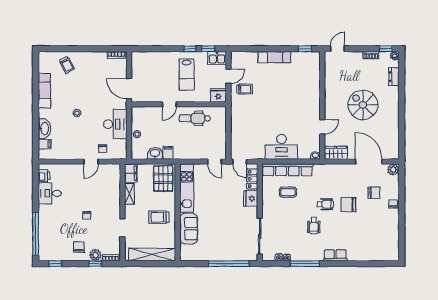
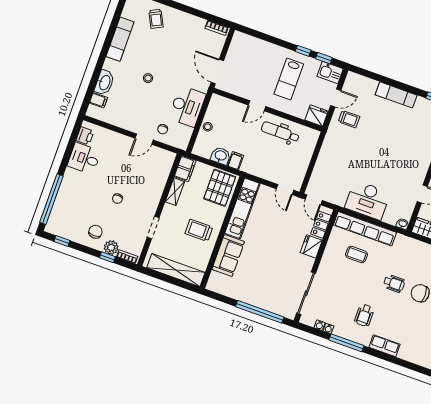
wheelchair: (314, 226) -> (364, 315), moved

